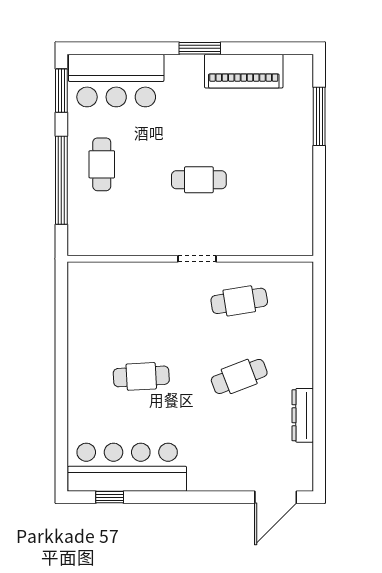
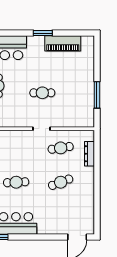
window: (319, 116) -> (97, 95), moved
dresser: (303, 415) -> (90, 154), moved

